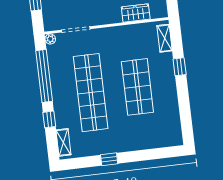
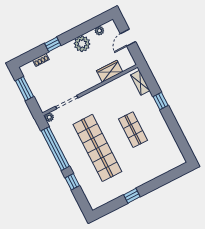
shop shelf: (137, 87) -> (133, 130), width x0.70, depth x0.74
shelving: (63, 142) -> (90, 196), removed

